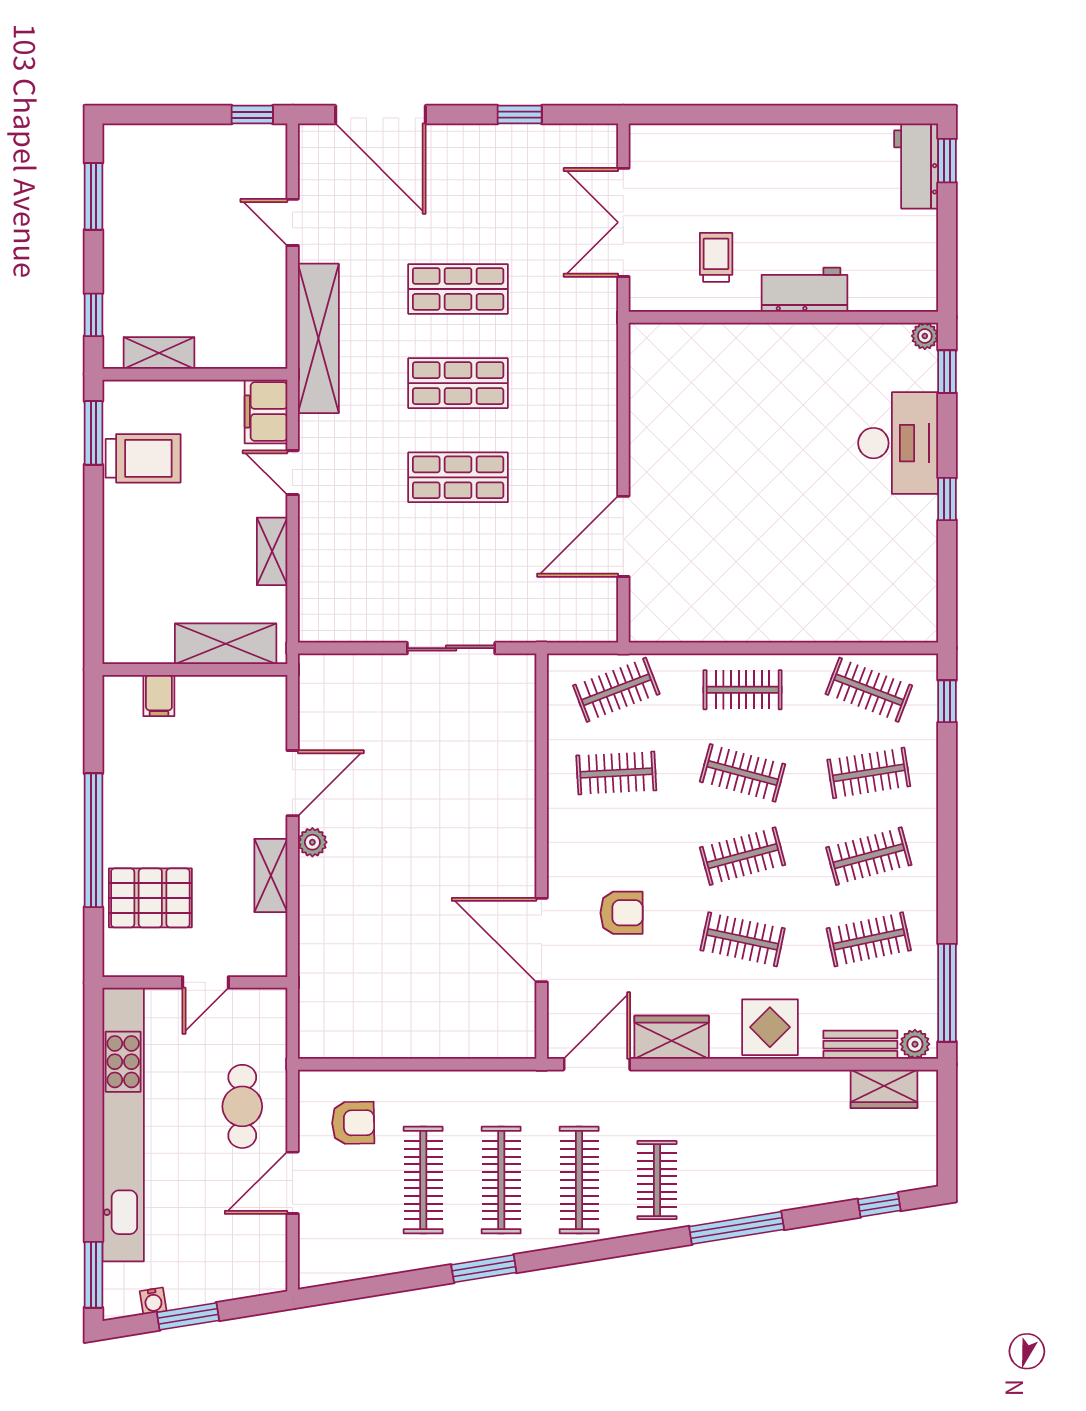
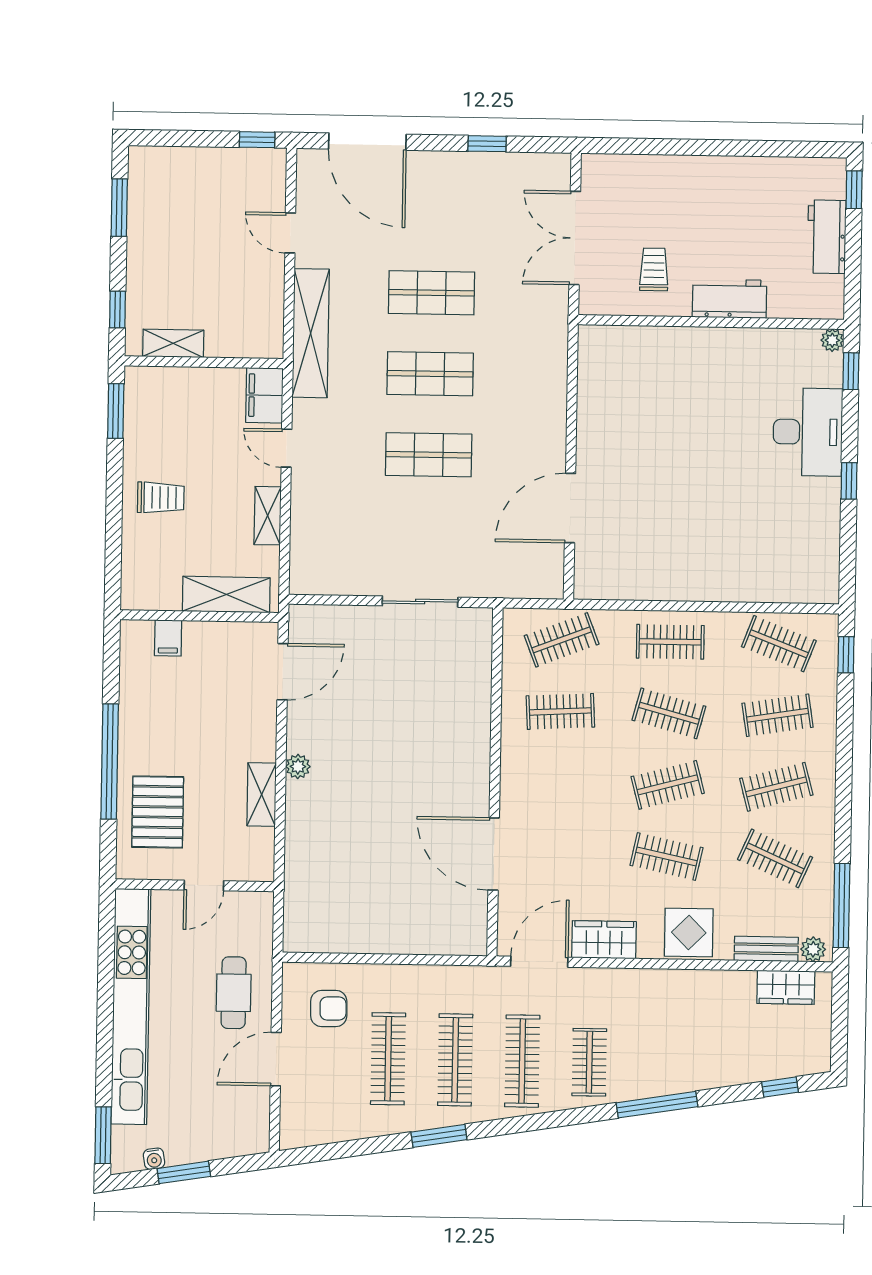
workbench: (916, 166) -> (827, 237), moved
trolley: (143, 458) -> (161, 498), moved, width x0.73, depth x0.72
door: (293, 783) -> (283, 672), moved
pallet: (150, 898) -> (158, 812), turned 90
armchair: (622, 913) -> (563, 832), removed
clothes rail: (869, 939) -> (775, 858), turned 36

